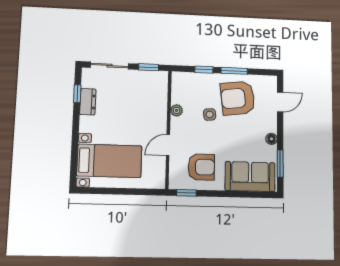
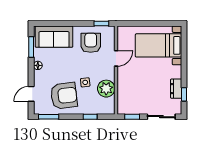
window: (234, 71) -> (49, 117), moved
plant: (177, 110) -> (106, 89), width x1.88, depth x1.88
armchair: (201, 167) -> (91, 43), turned 90

